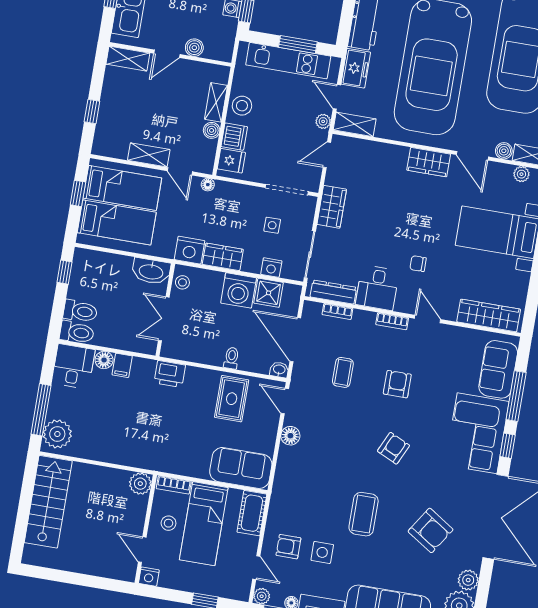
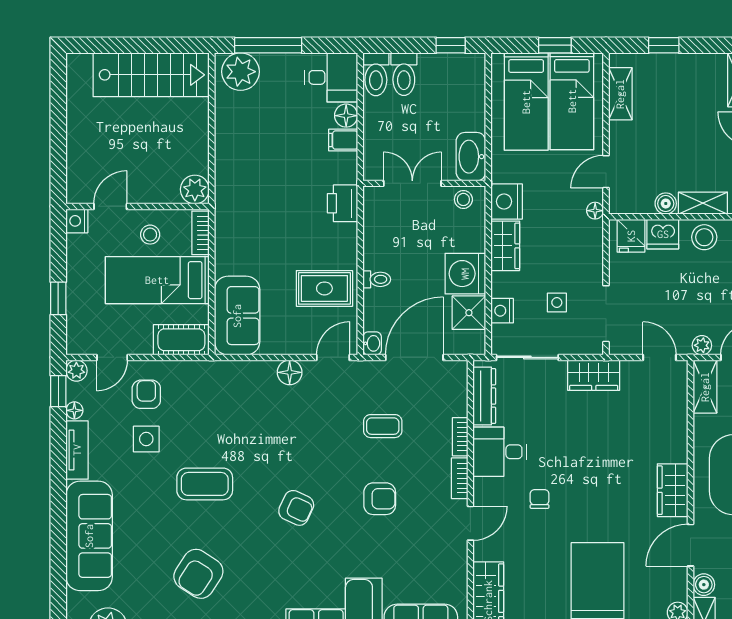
shelving: (149, 155) -> (620, 94), moved
bookcase: (337, 311) -> (460, 437), moved

